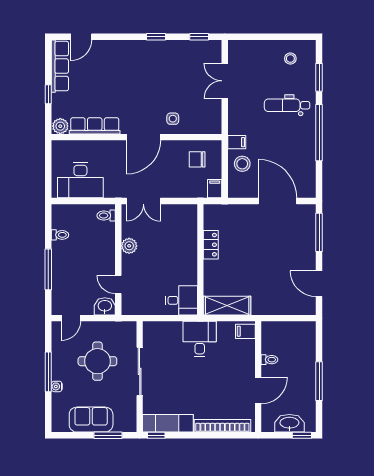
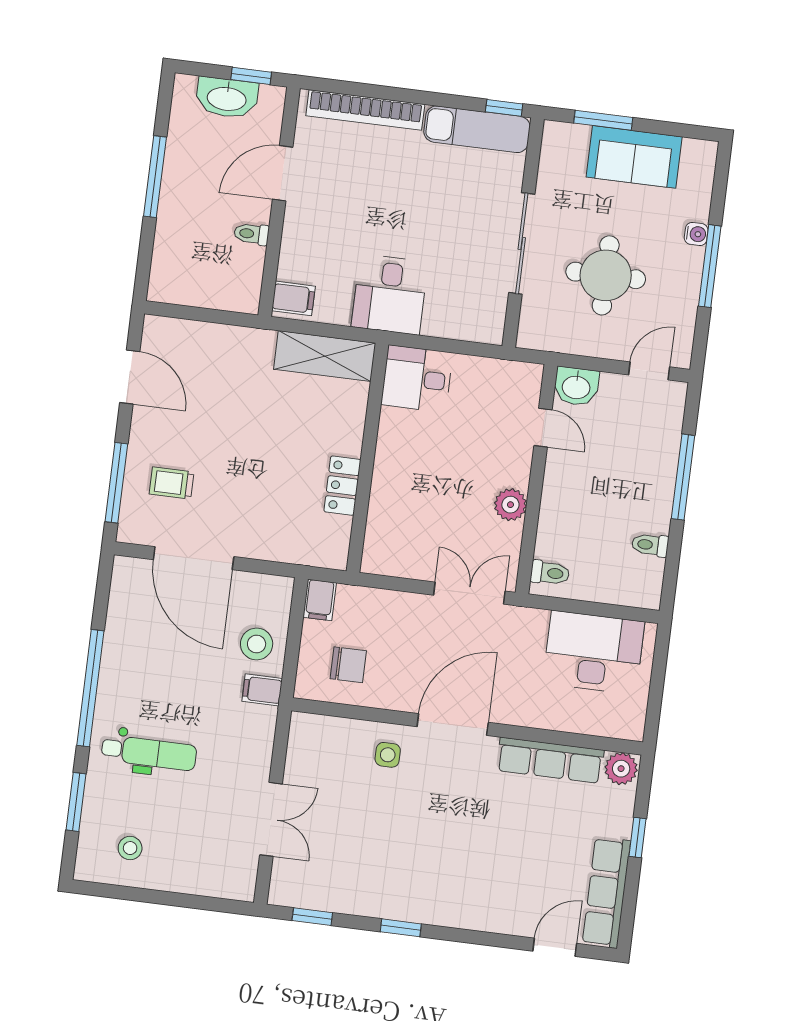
trolley: (293, 236) -> (172, 483), added
window: (302, 435) -> (251, 76), moved

